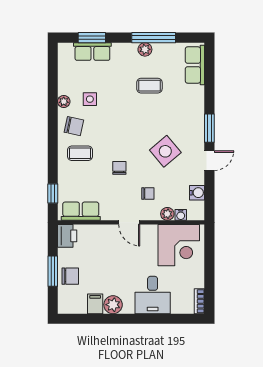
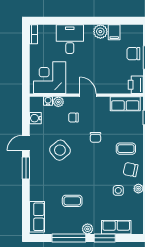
window: (92, 38) -> (105, 238), moved
plant: (145, 49) -> (88, 229), moved

